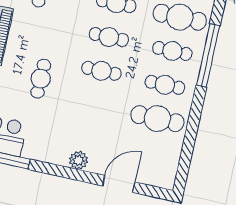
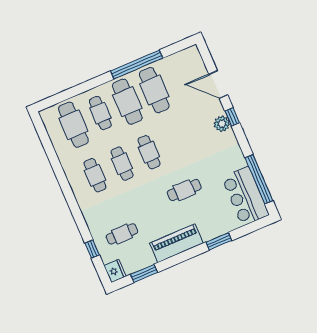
window: (208, 55) -> (137, 64), moved
cafe table: (165, 85) -> (127, 102), width x1.37, depth x1.35
window: (78, 175) -> (232, 117), added

